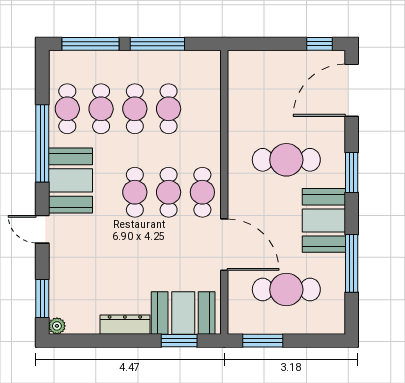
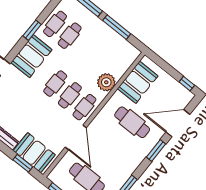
door: (352, 90) -> (178, 123), moved
cafe table: (135, 109) -> (84, 47), removed
cafe table: (169, 109) -> (99, 59), removed
plant: (205, 133) -> (106, 82), added
window: (42, 143) -> (32, 30), width x0.47
booth: (324, 220) -> (138, 82), moved

